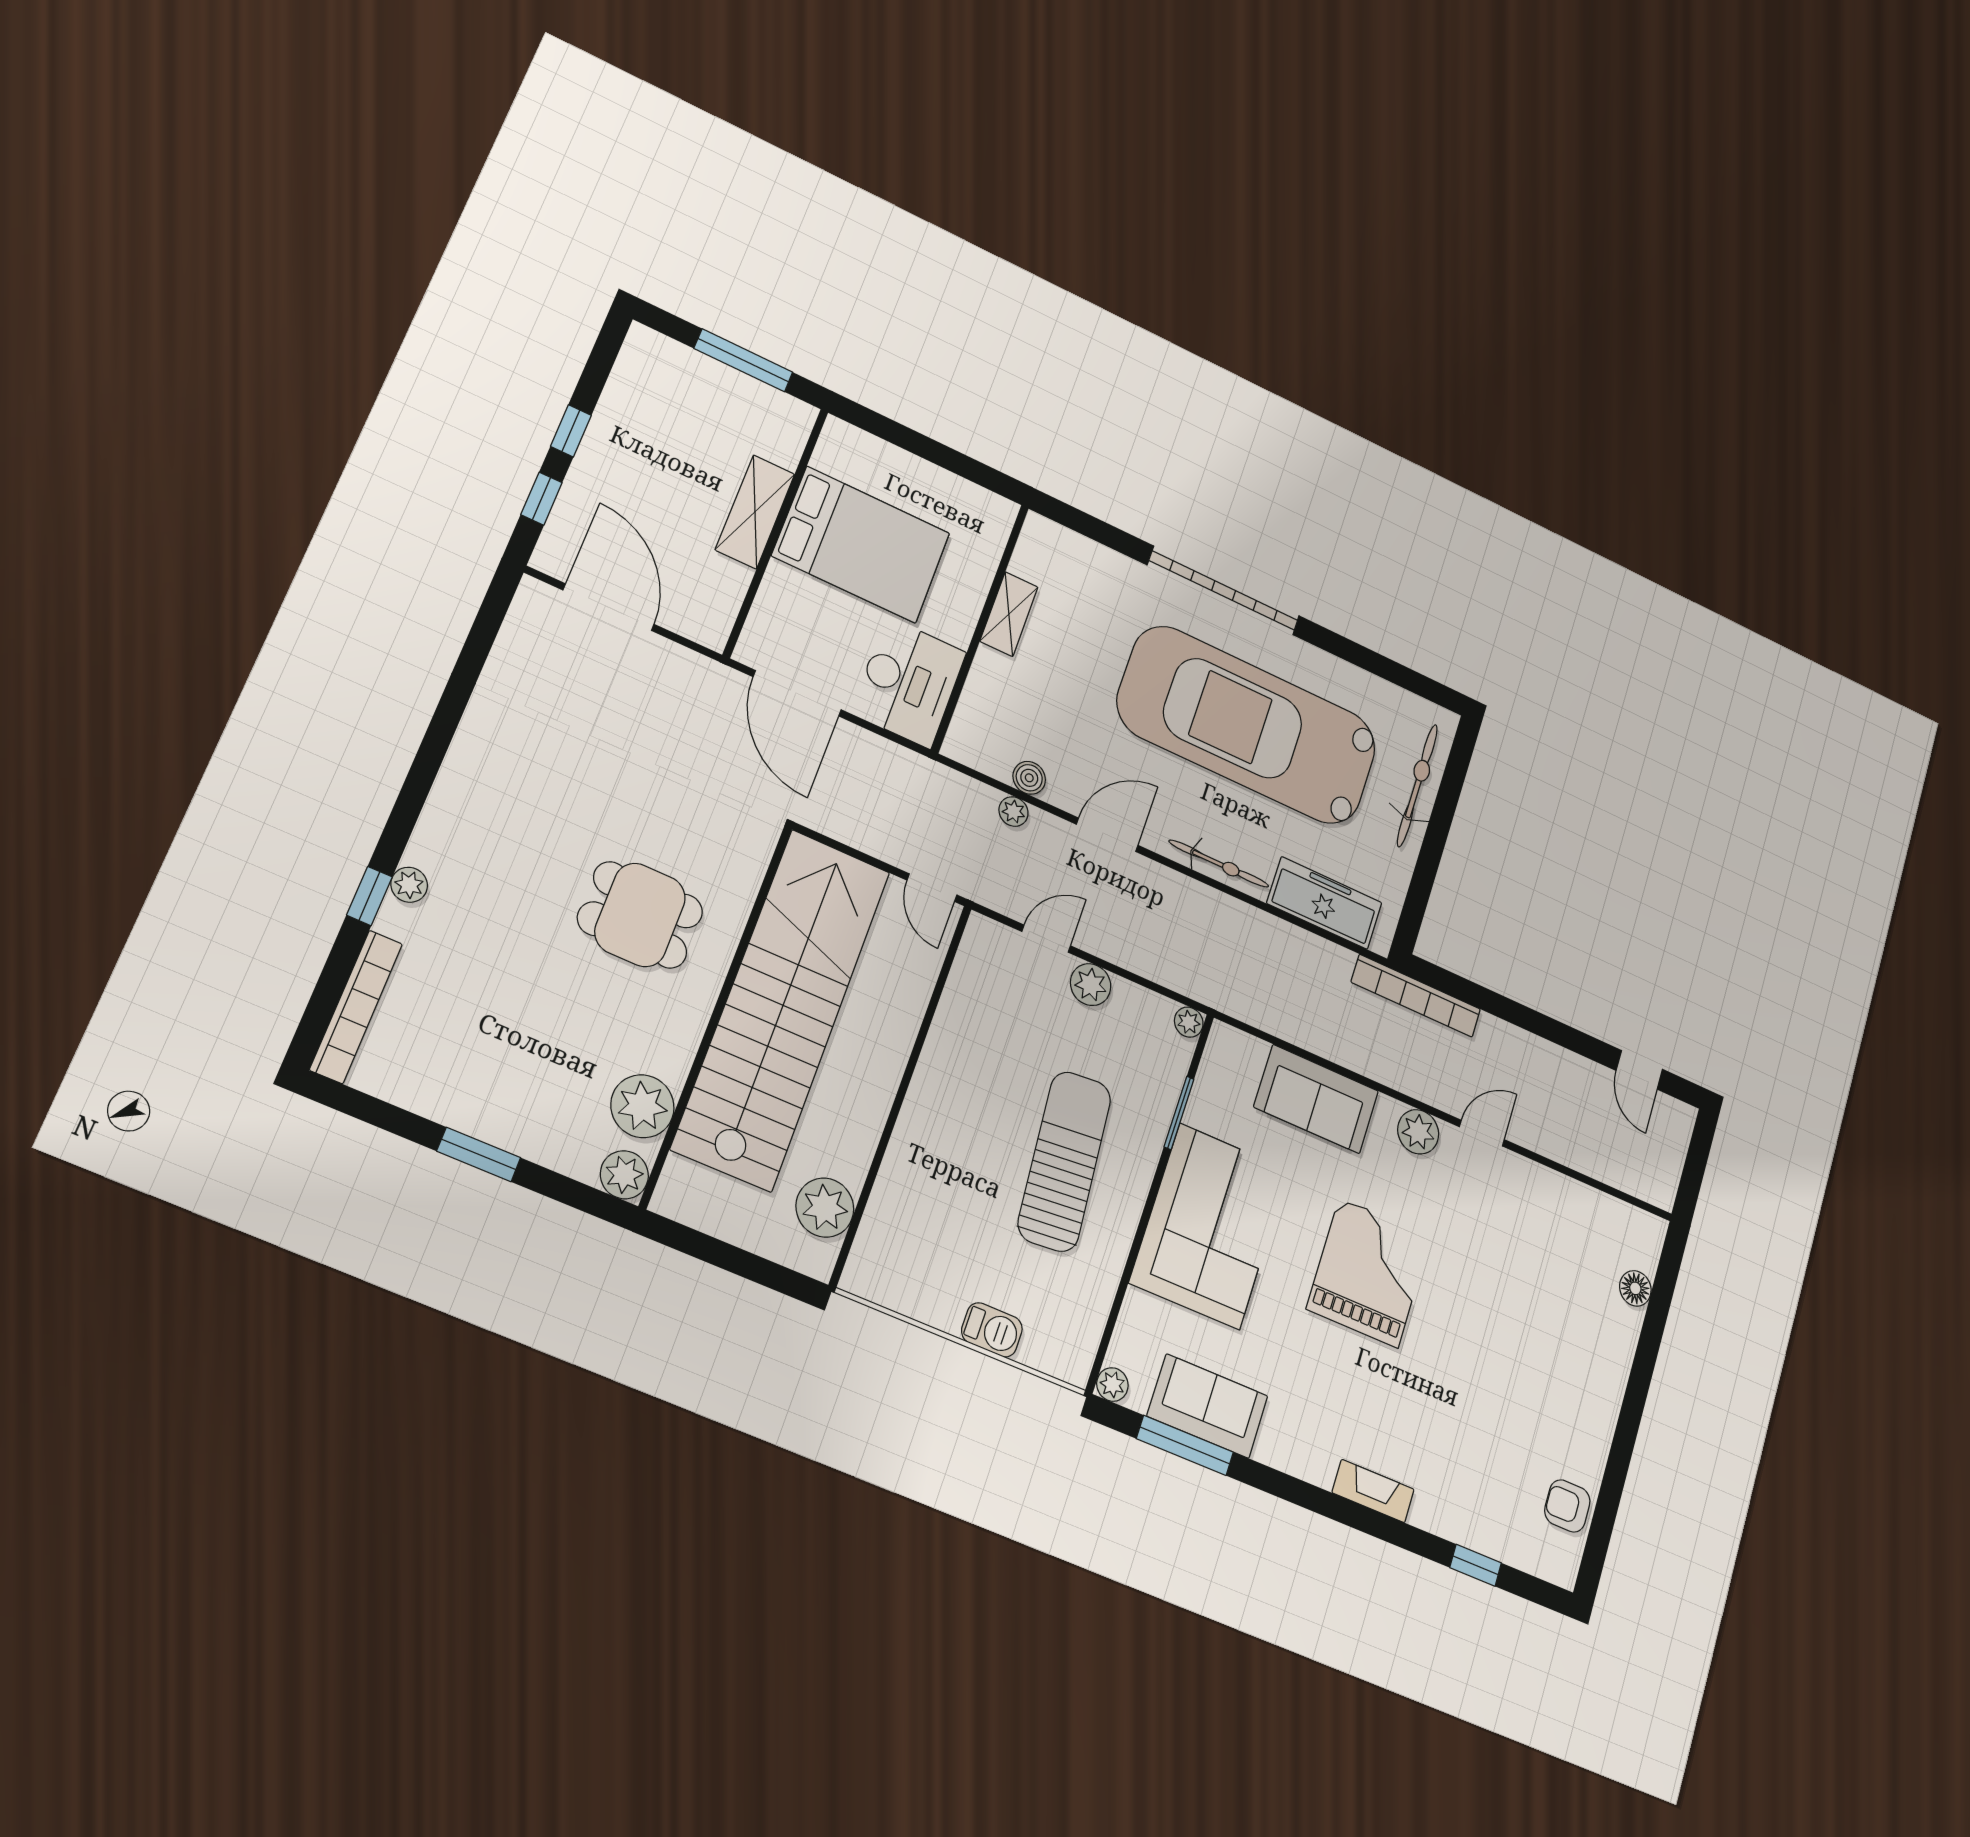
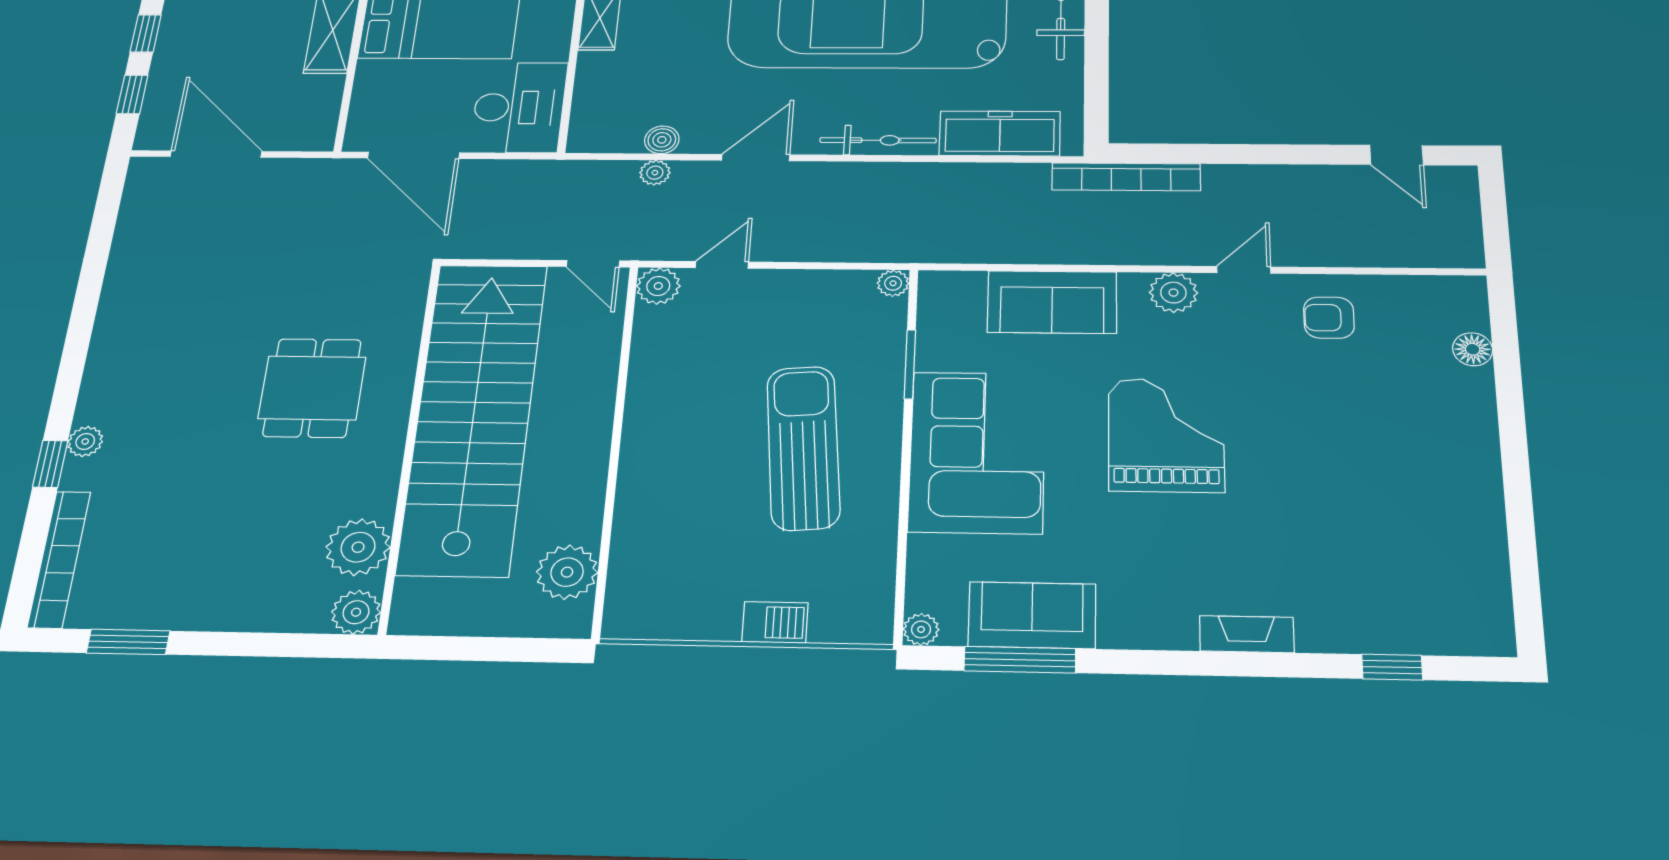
dining table: (640, 915) -> (312, 388), turned 90
plant: (1091, 985) -> (658, 286), moved
window: (479, 1154) -> (128, 642), moved
armchair: (1567, 1506) -> (1329, 318), moved

